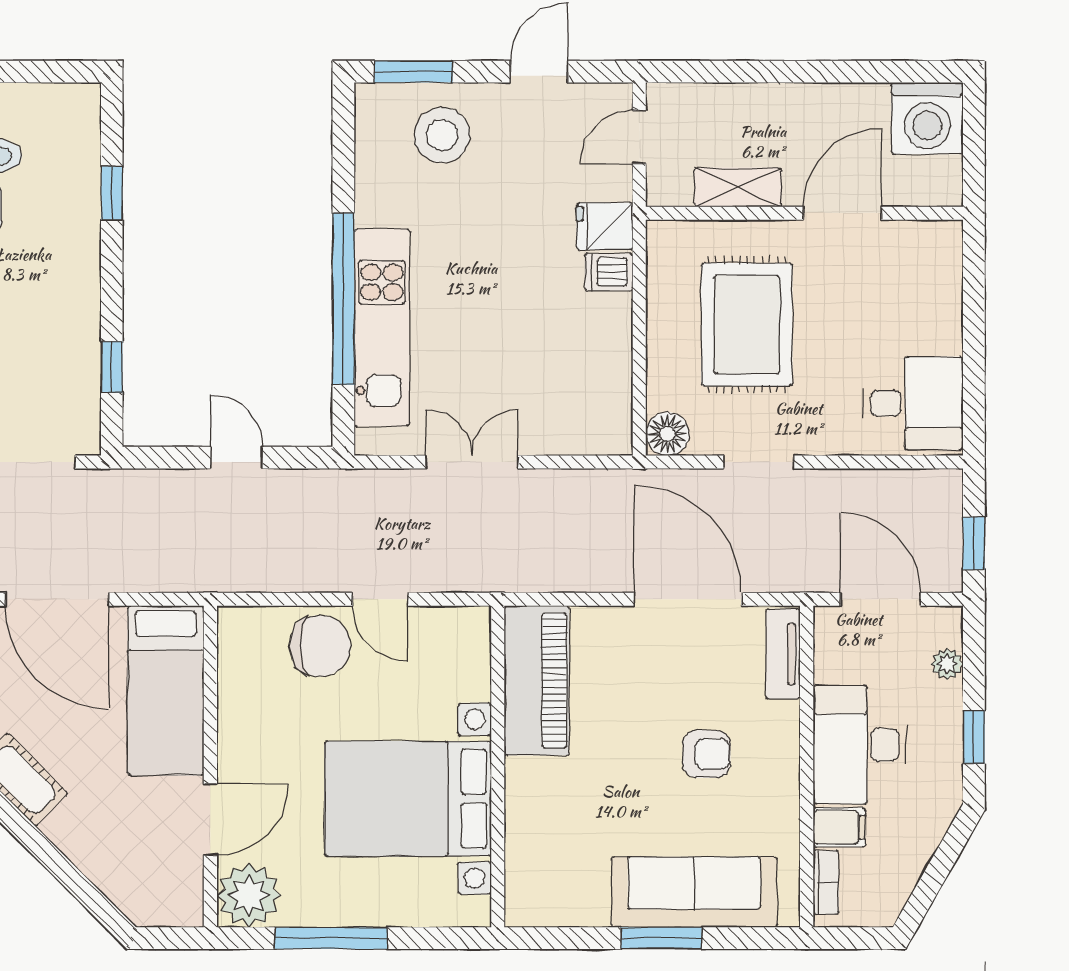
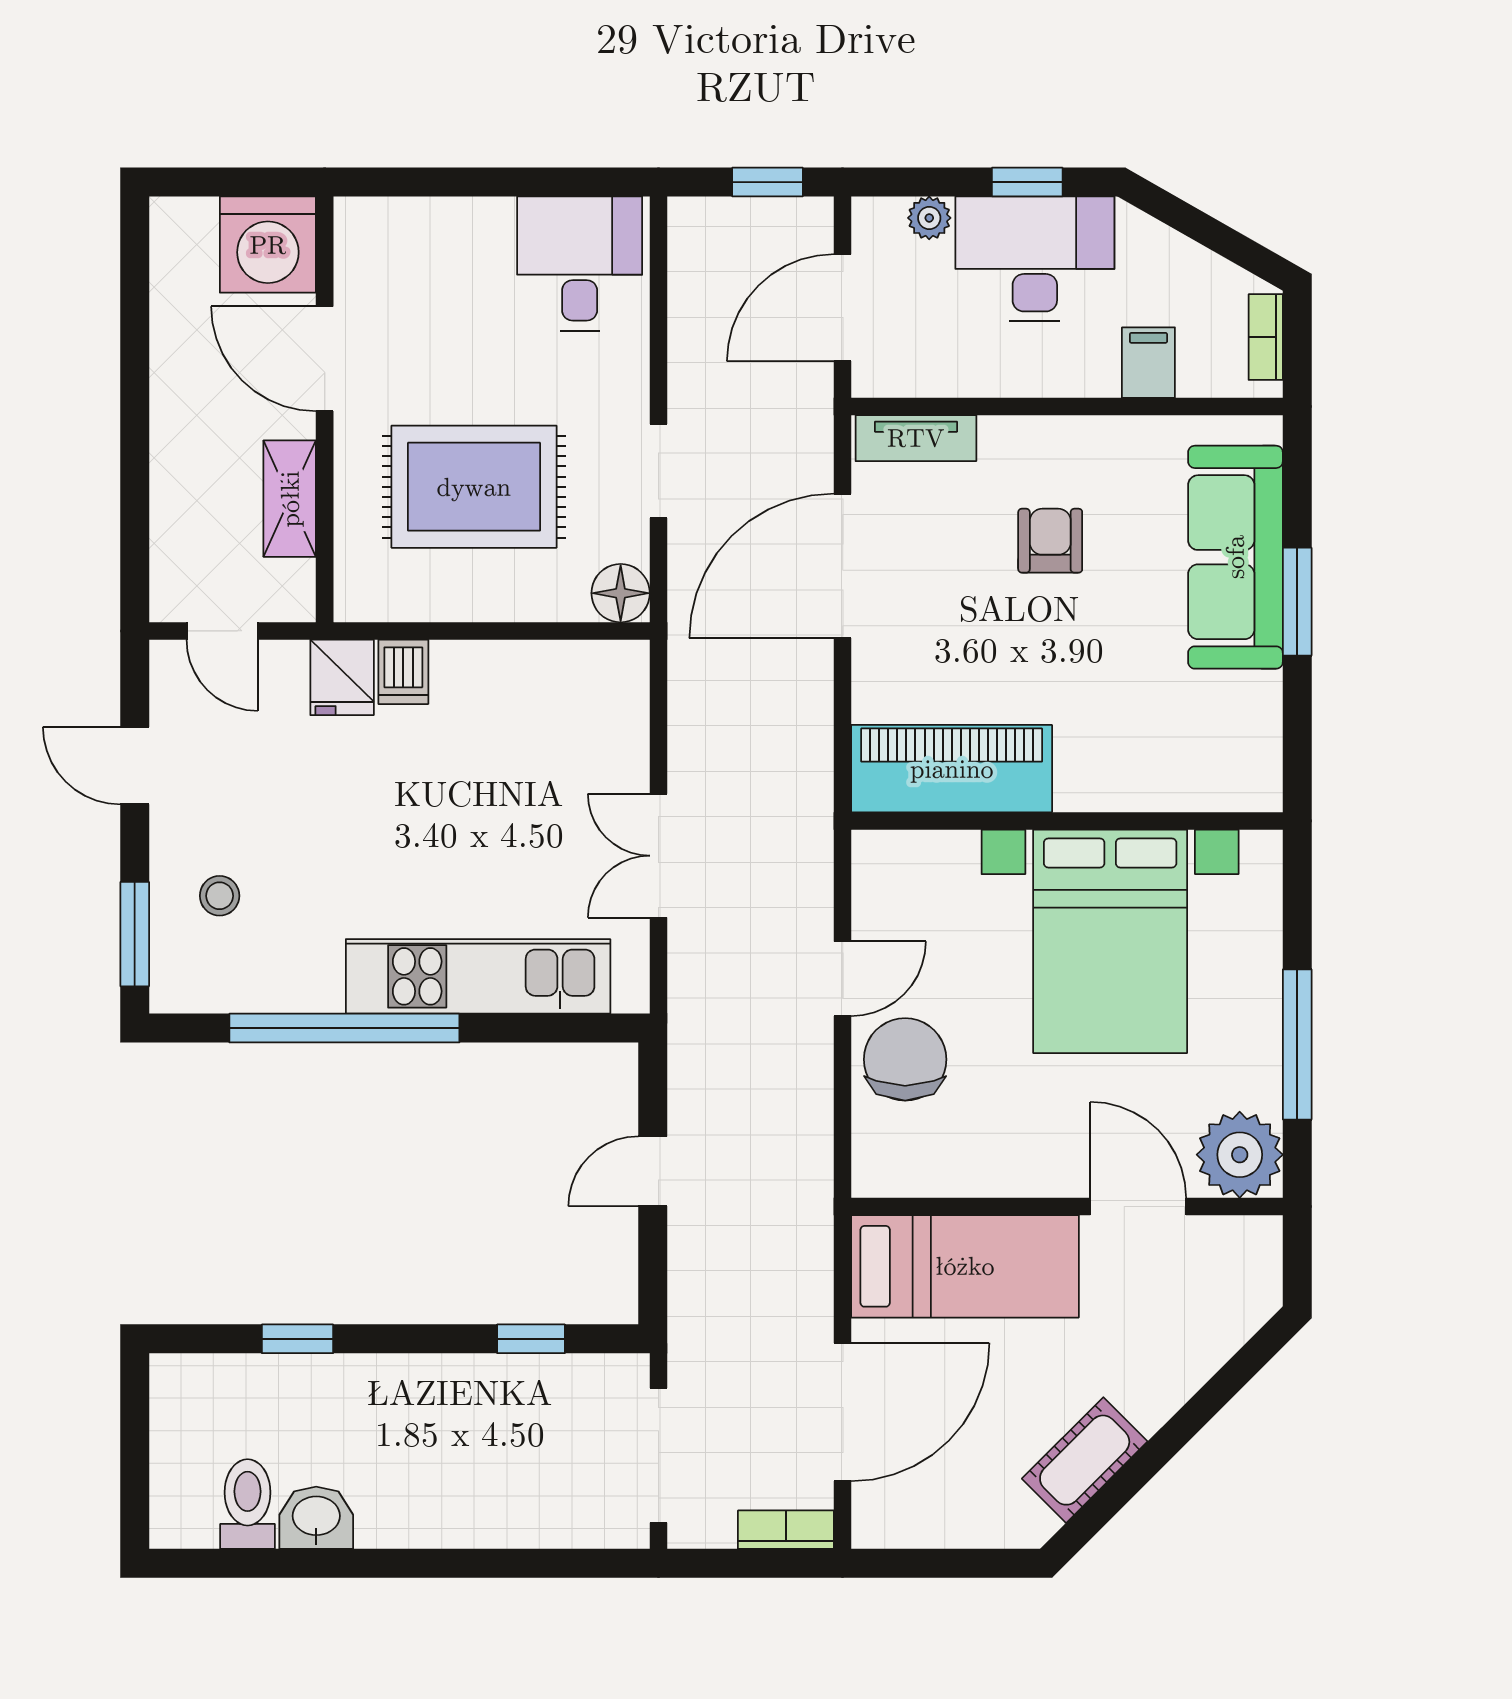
washing machine: (927, 118) -> (268, 245), moved, turned 90
stool: (442, 135) -> (220, 896), width x0.53, depth x0.53
window: (343, 299) -> (344, 1028), moved
desk: (860, 745) -> (1035, 259), moved, turned 180
bookcase: (826, 882) -> (1266, 337), moved, turned -90

